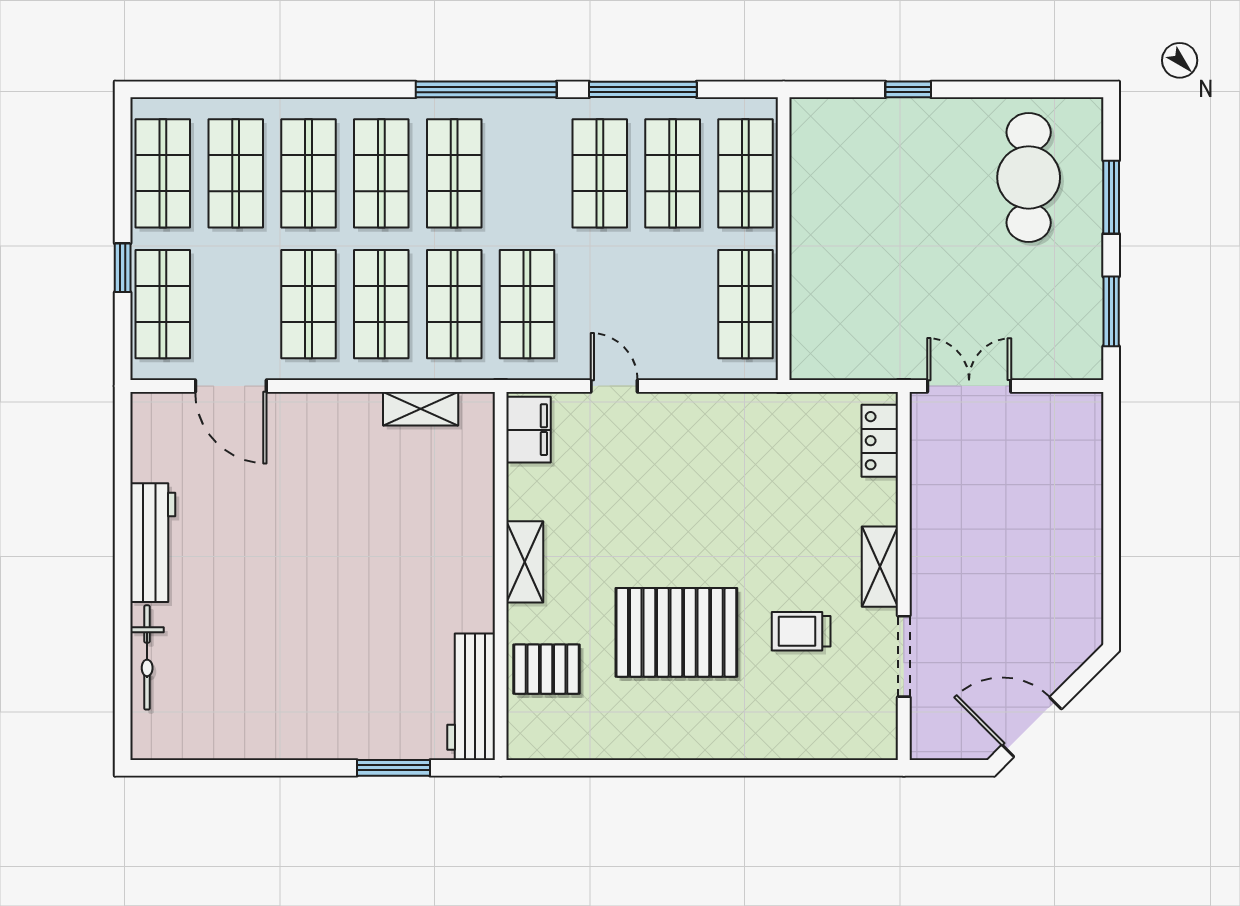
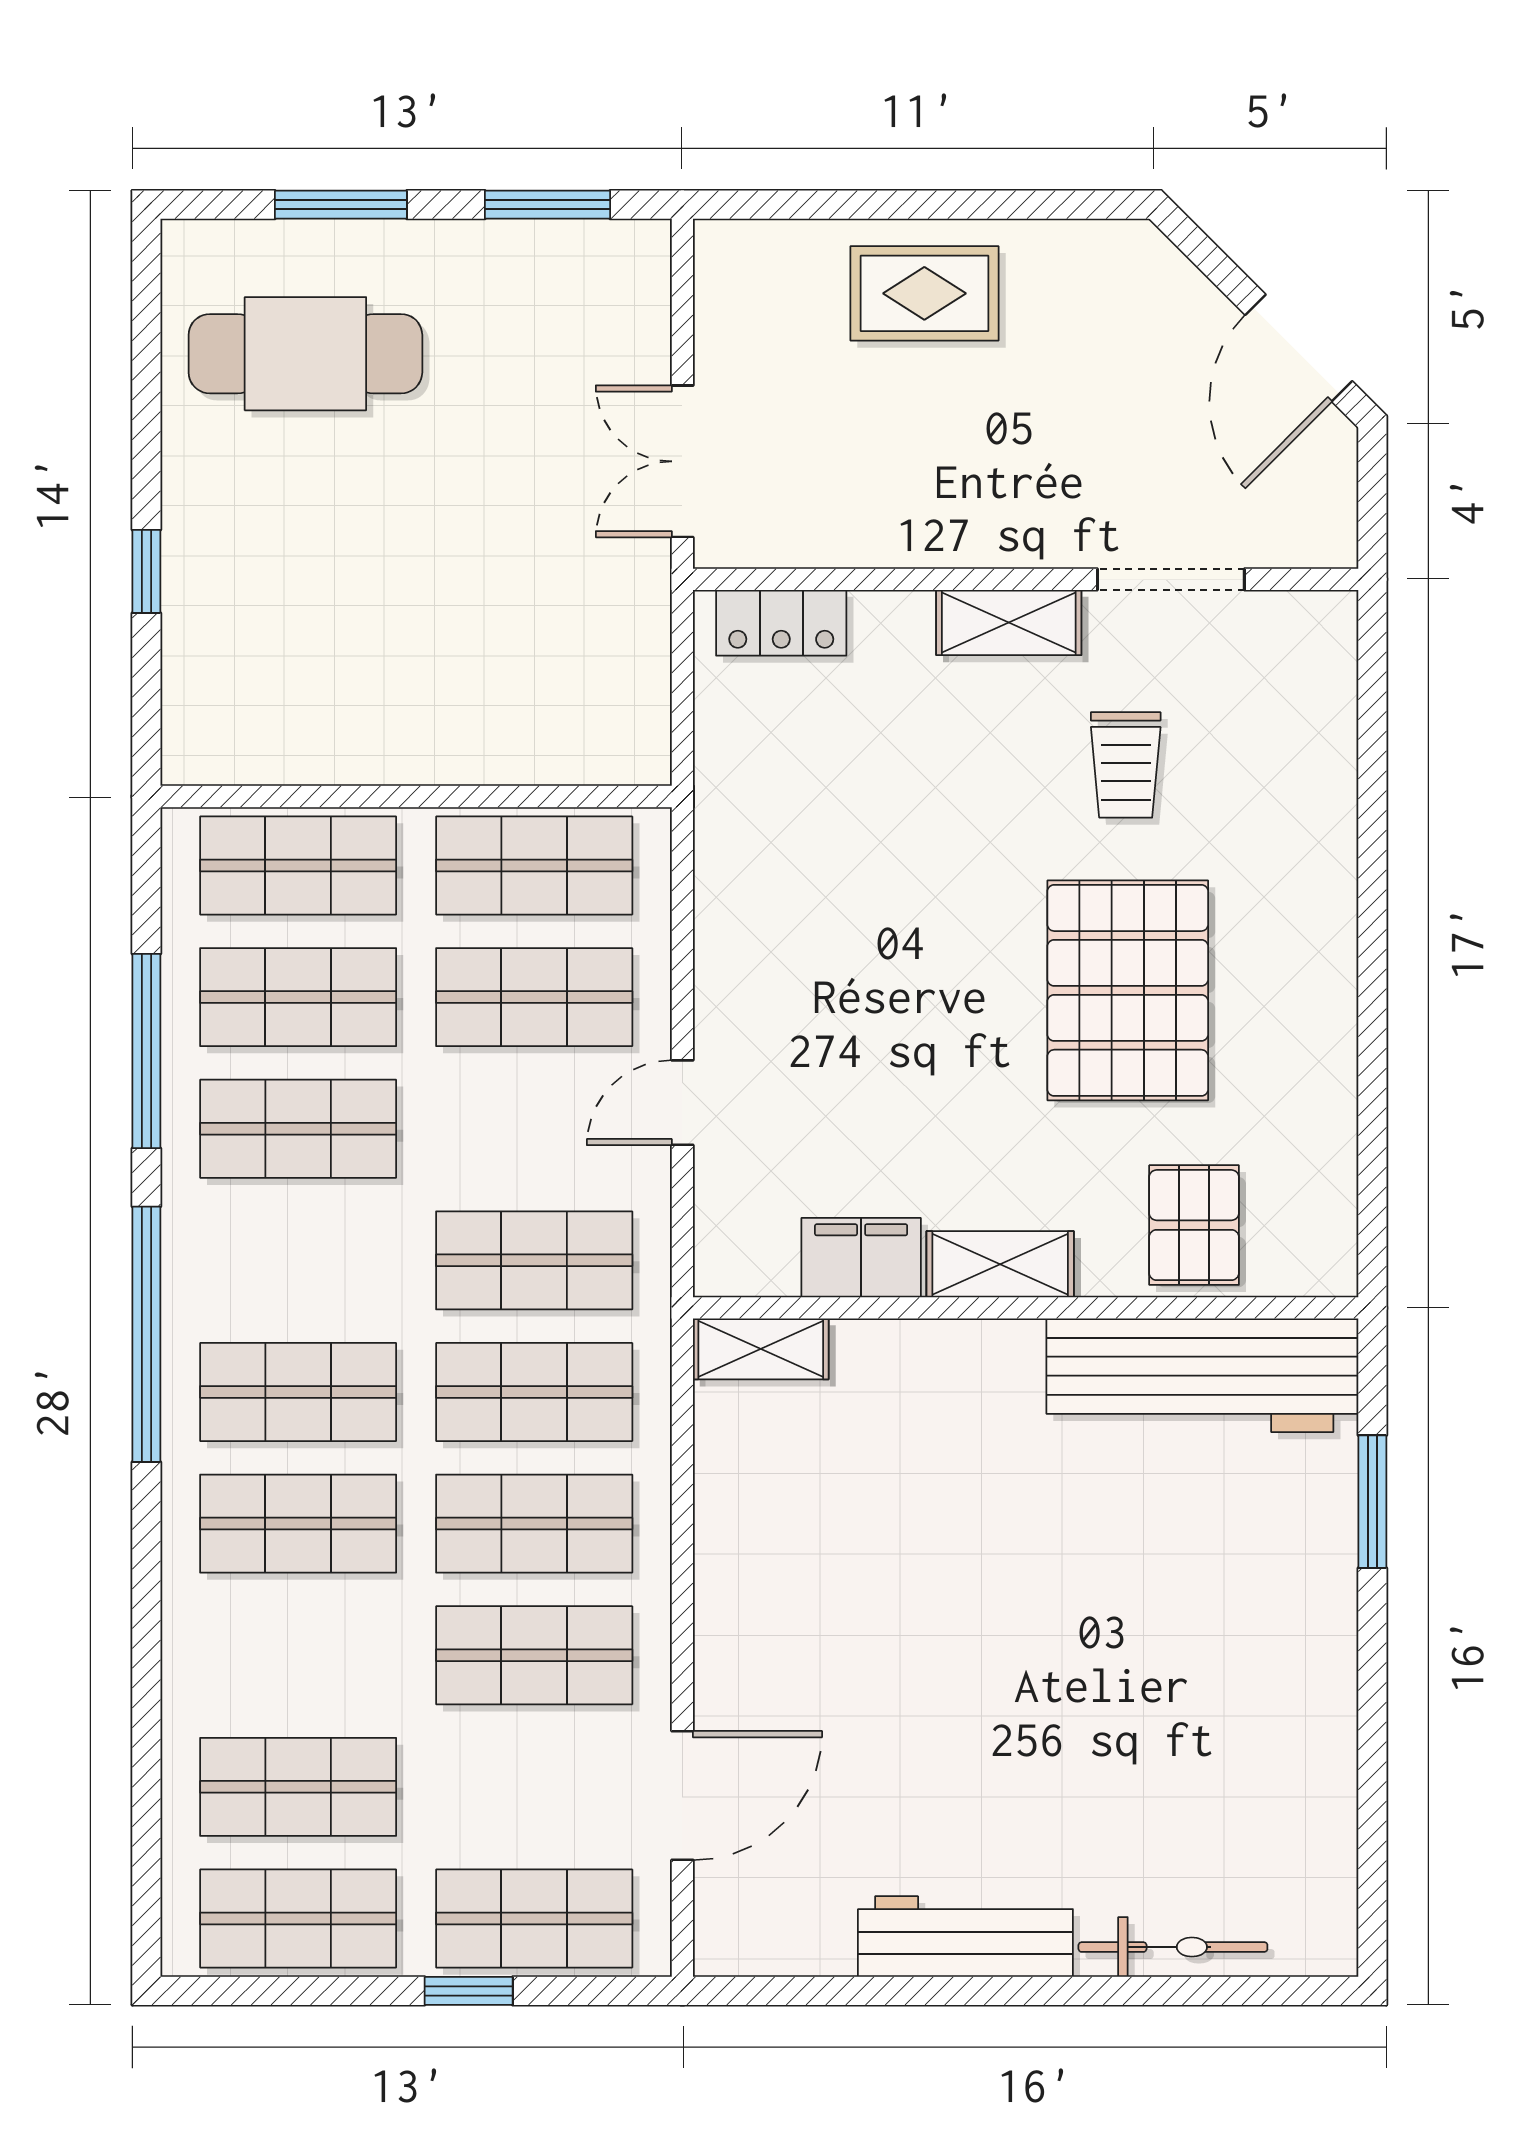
shop shelf: (309, 173) -> (534, 997), moved
shelving: (421, 409) -> (761, 1349), moved, turned 90
filing cabinet: (528, 430) -> (861, 1258), moved
rug: (1062, 520) -> (924, 293), added
workbench: (471, 697) -> (1202, 1375), width x1.36, depth x1.32

